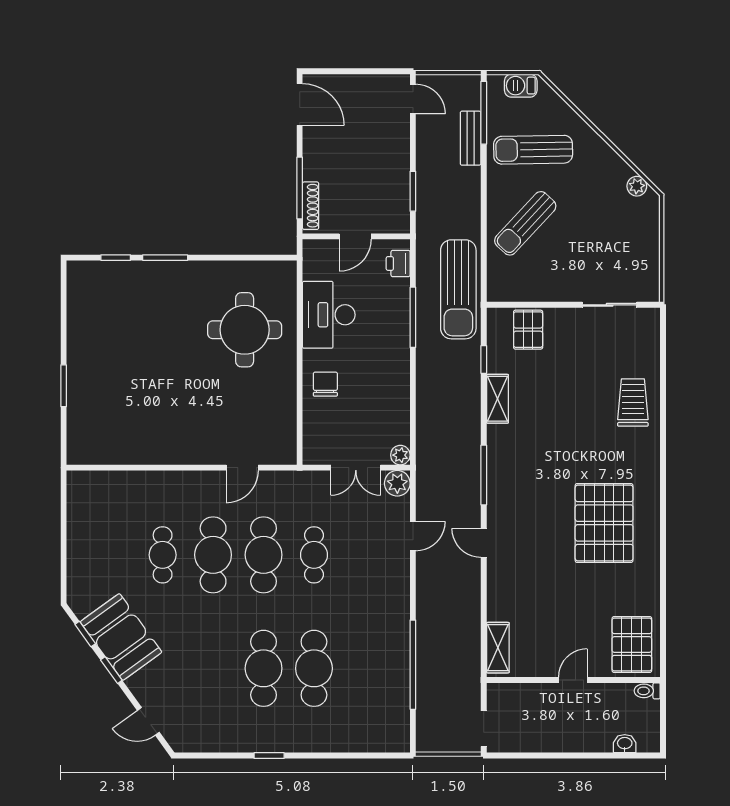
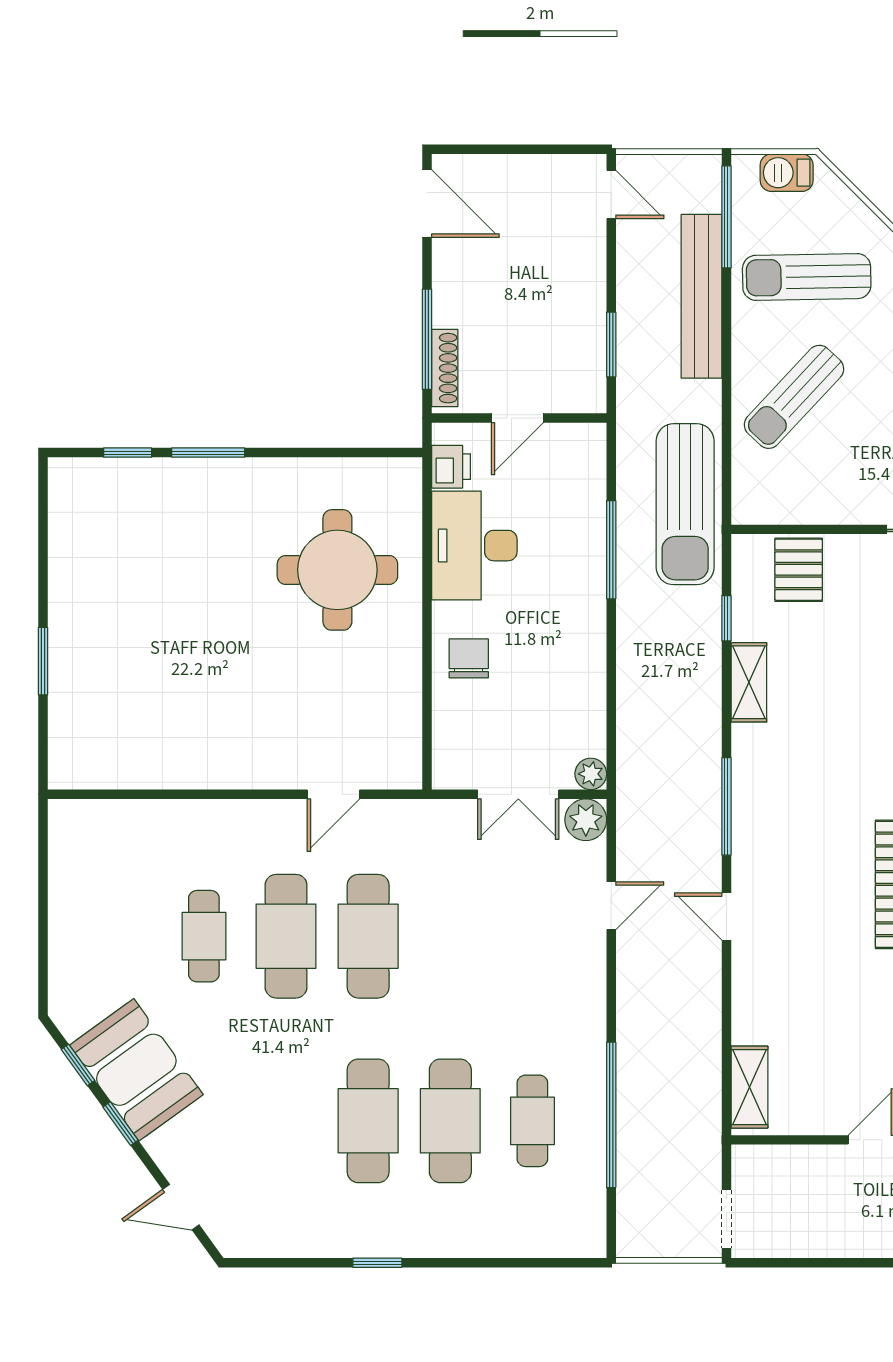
bench: (471, 138) -> (701, 296), width x1.86, depth x1.21
printer: (398, 263) -> (451, 467), moved, turned 180
cafe table: (314, 555) -> (532, 1121), moved

